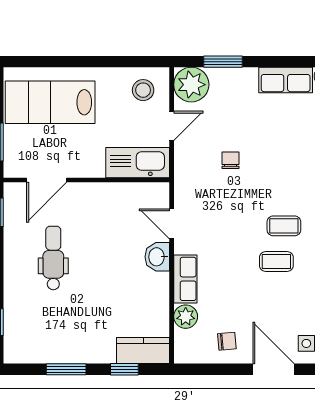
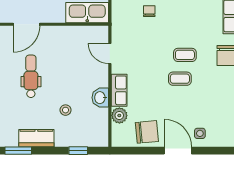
washbasin: (157, 257) -> (100, 98), moved
stool: (105, 308) -> (66, 110), added
chair: (227, 341) -> (147, 132), width x1.87, depth x1.87
kitchen counter: (143, 351) -> (36, 138), moved
window: (66, 369) -> (18, 151), moved

